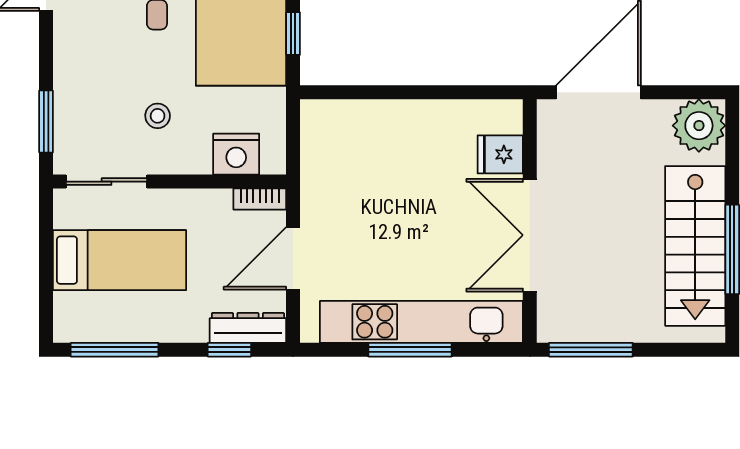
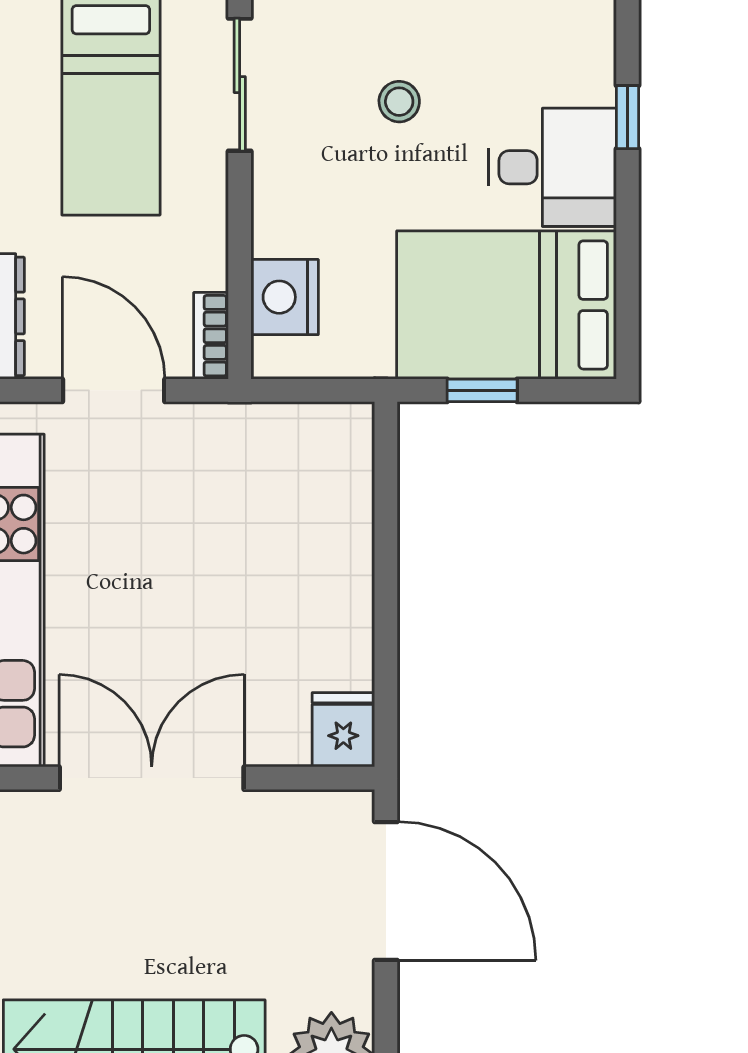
stool: (158, 116) -> (399, 102), moved
fridge: (500, 154) -> (343, 730), moved

